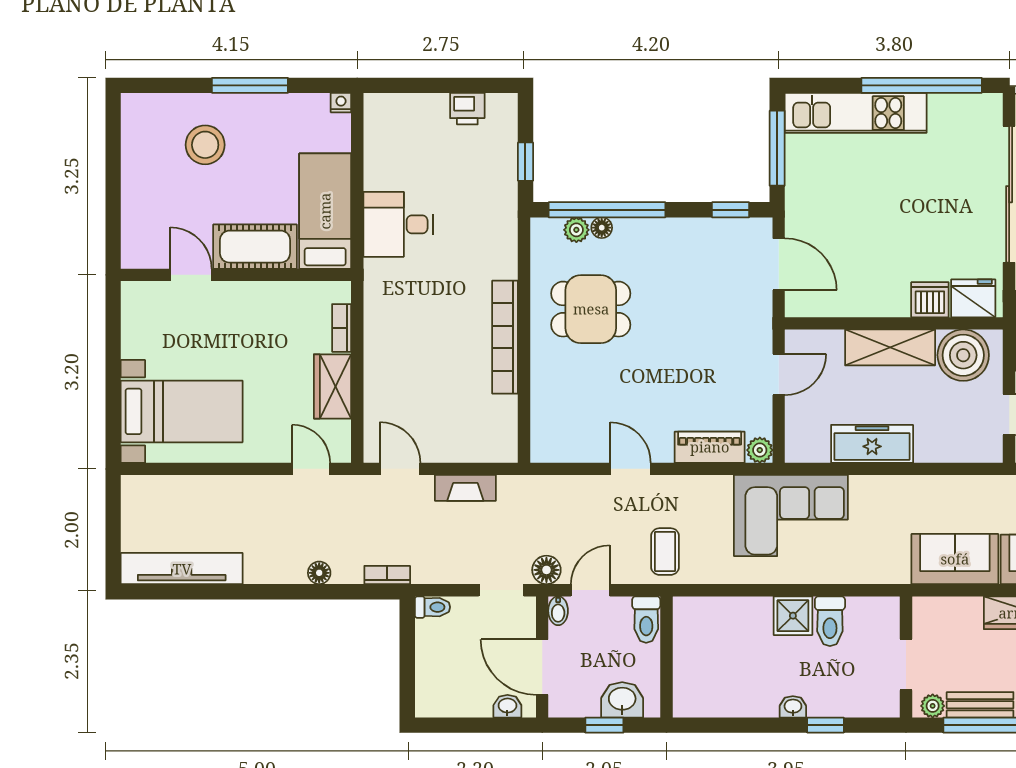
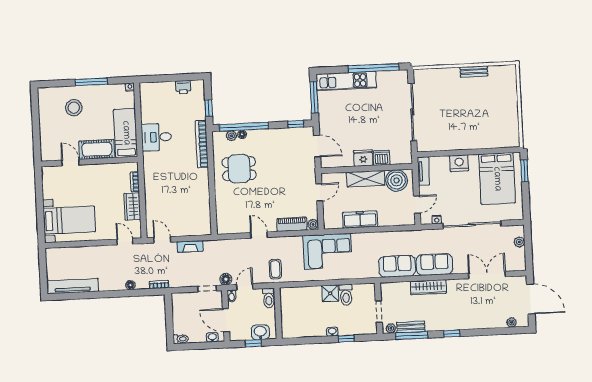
fridge: (973, 298) -> (363, 158), moved
bookcase: (505, 337) -> (202, 144), moved
toilet: (433, 607) -> (181, 339), moved

